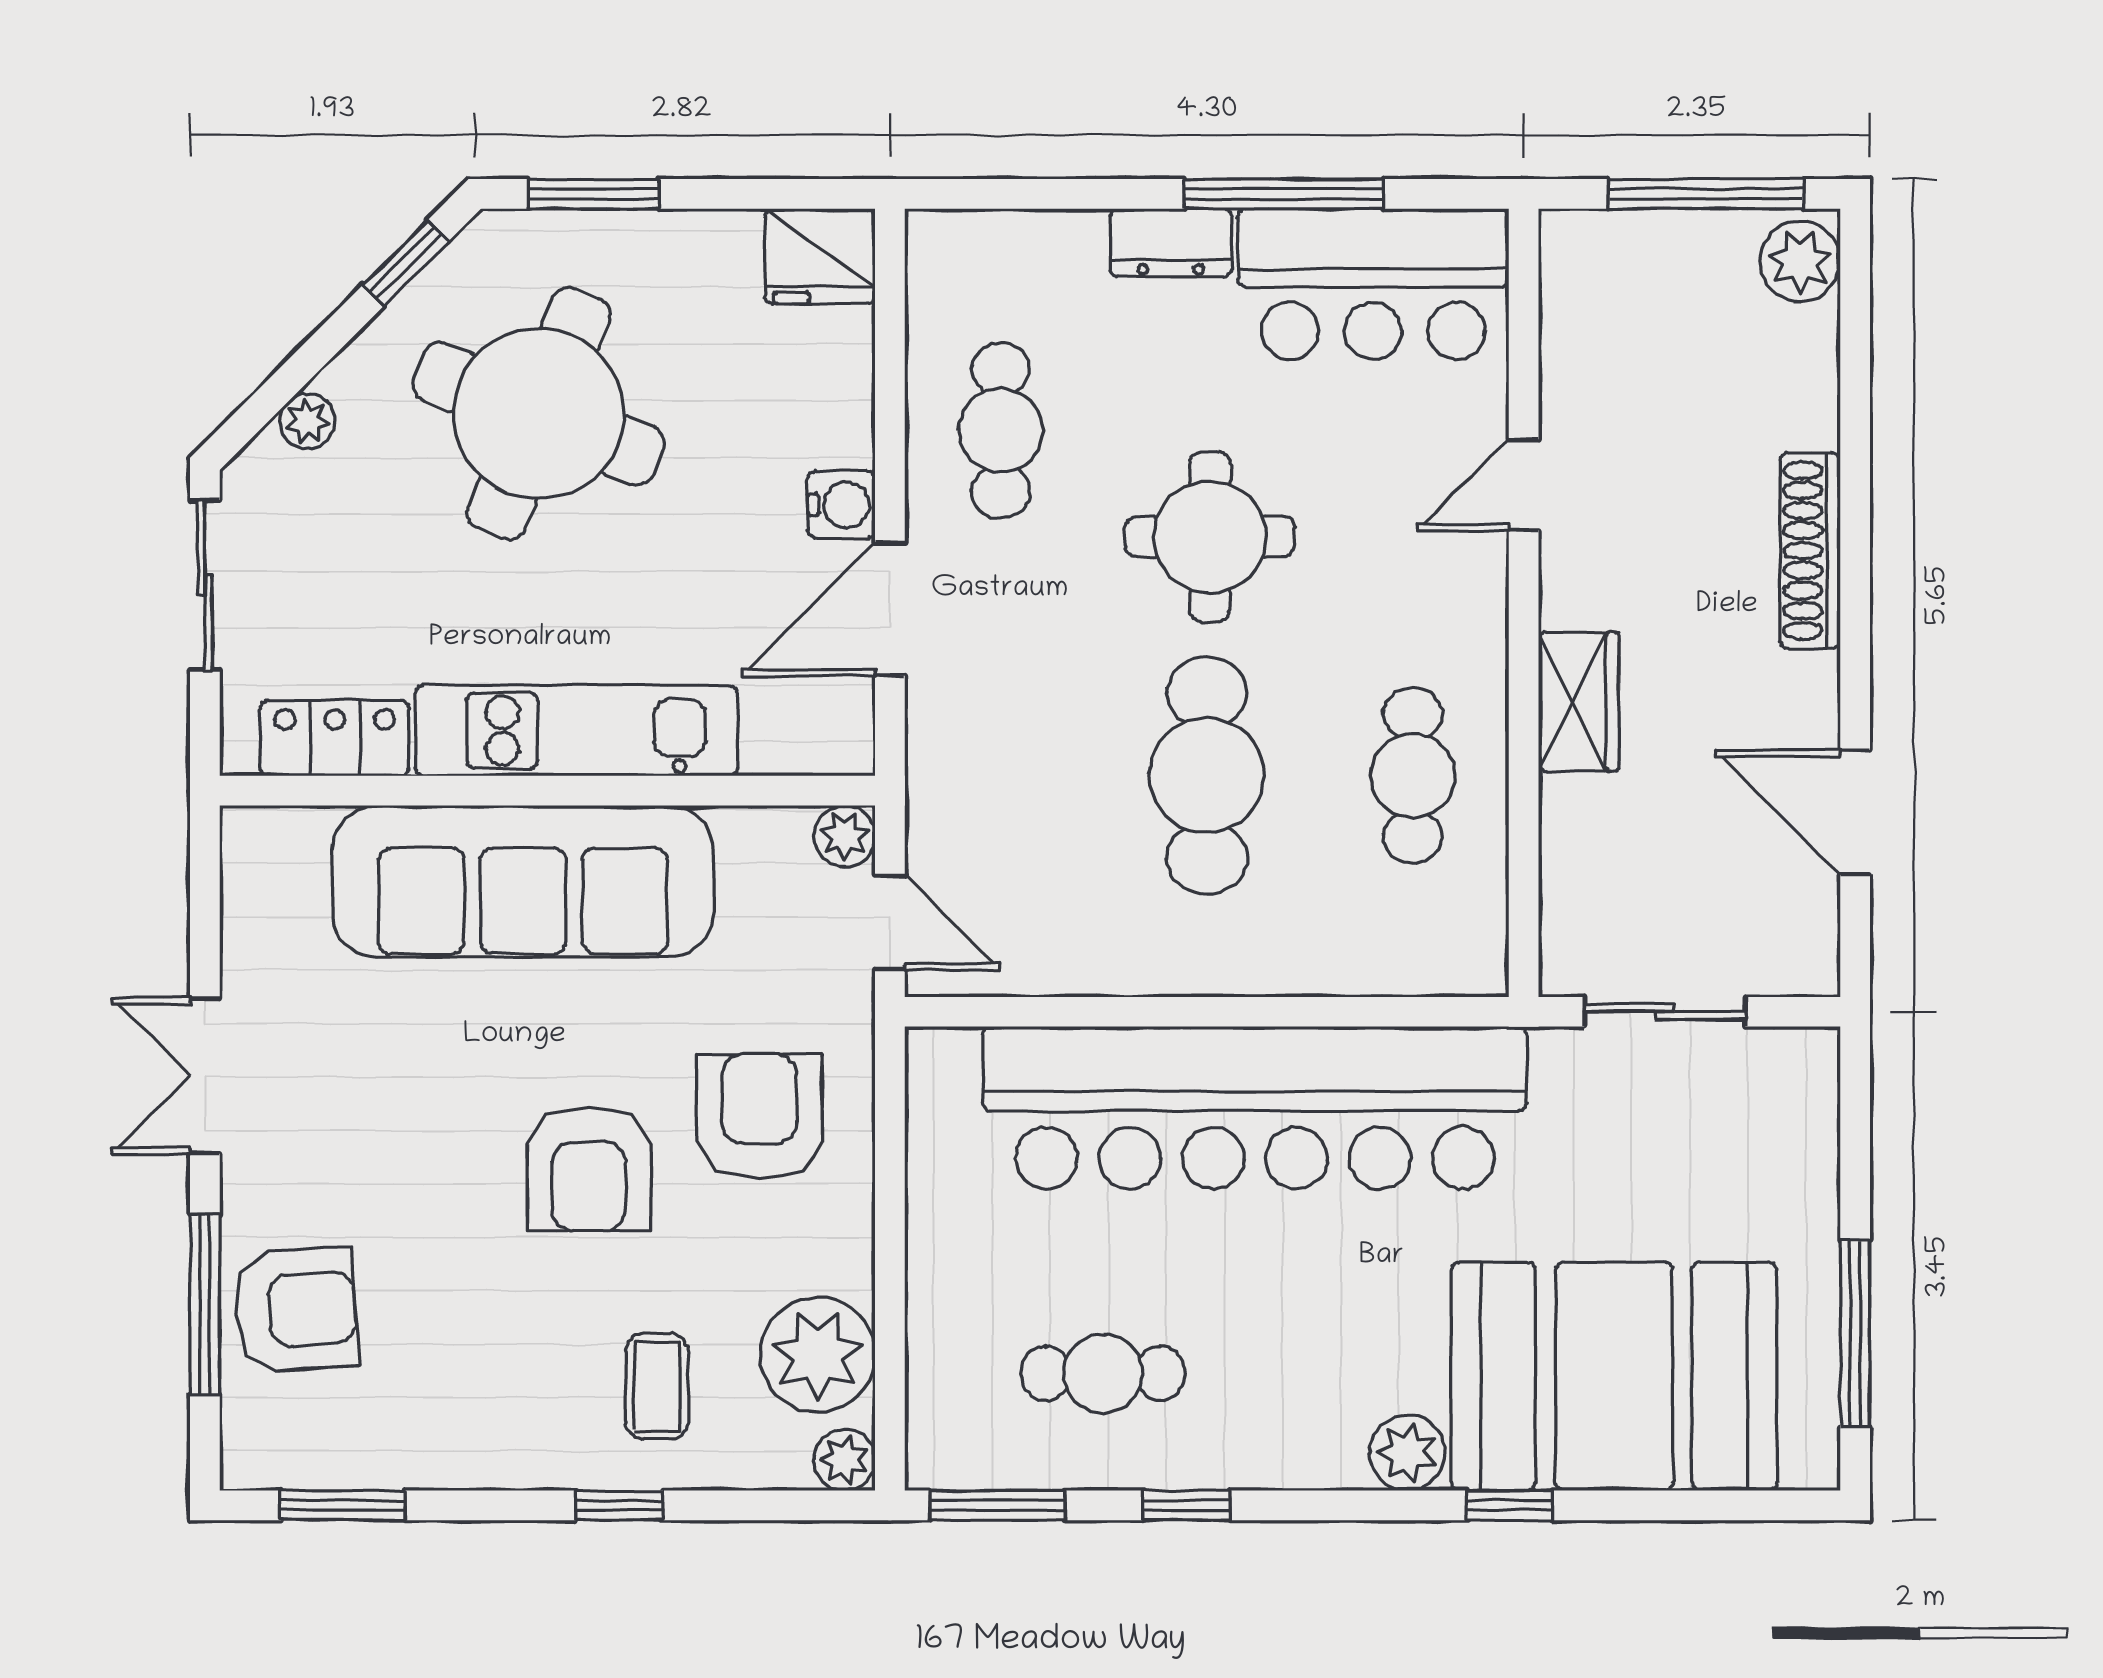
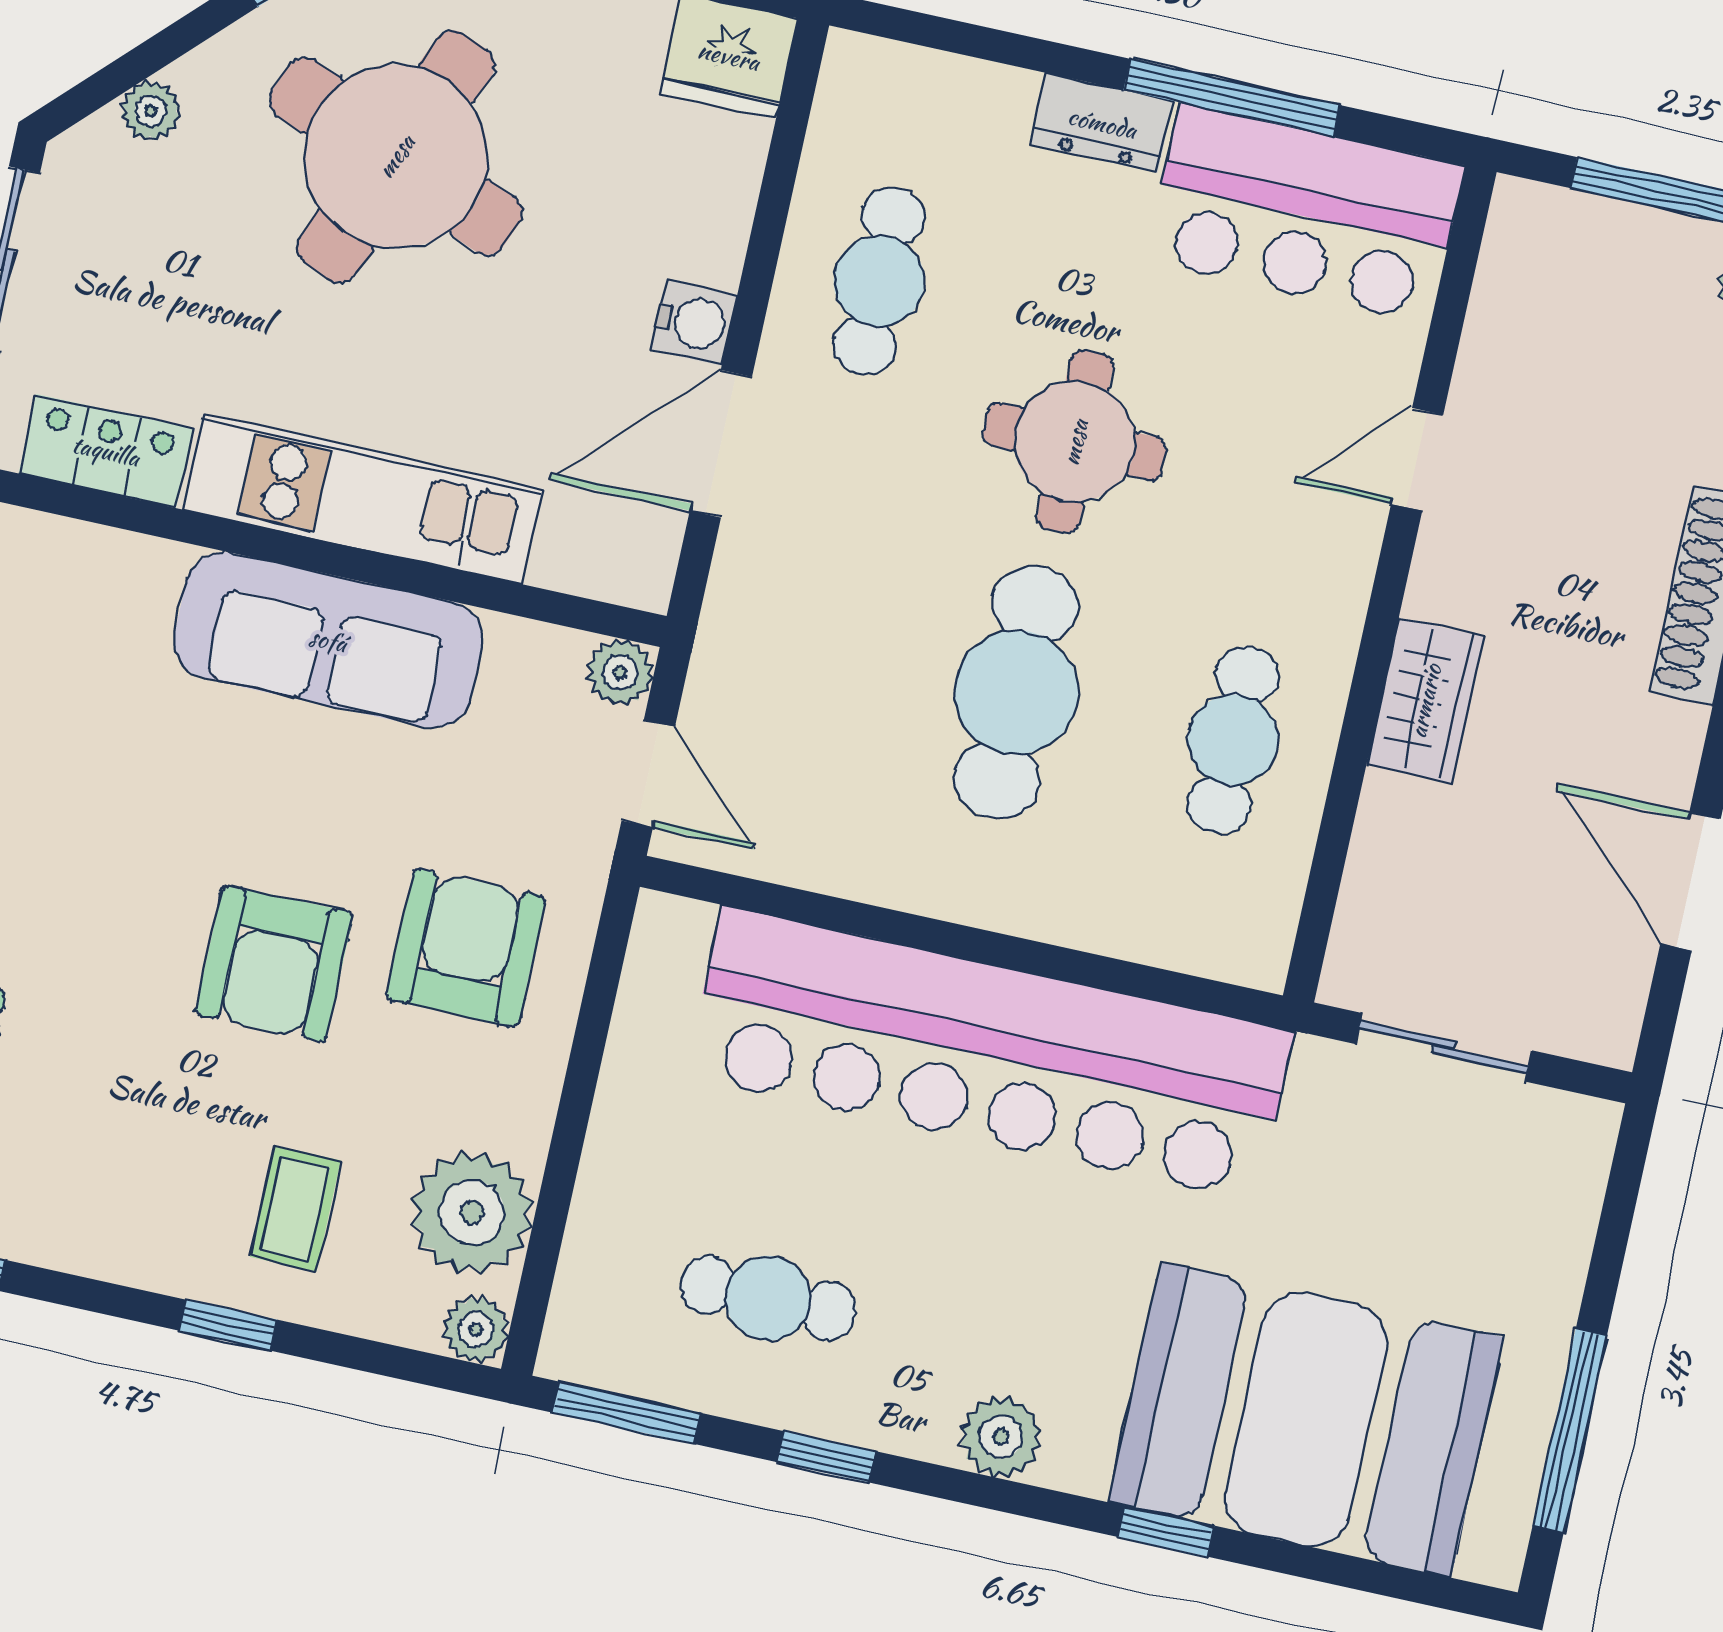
sofa: (523, 881) -> (328, 640), width x0.74, depth x0.79
plant: (1407, 1453) -> (1001, 1437), moved

